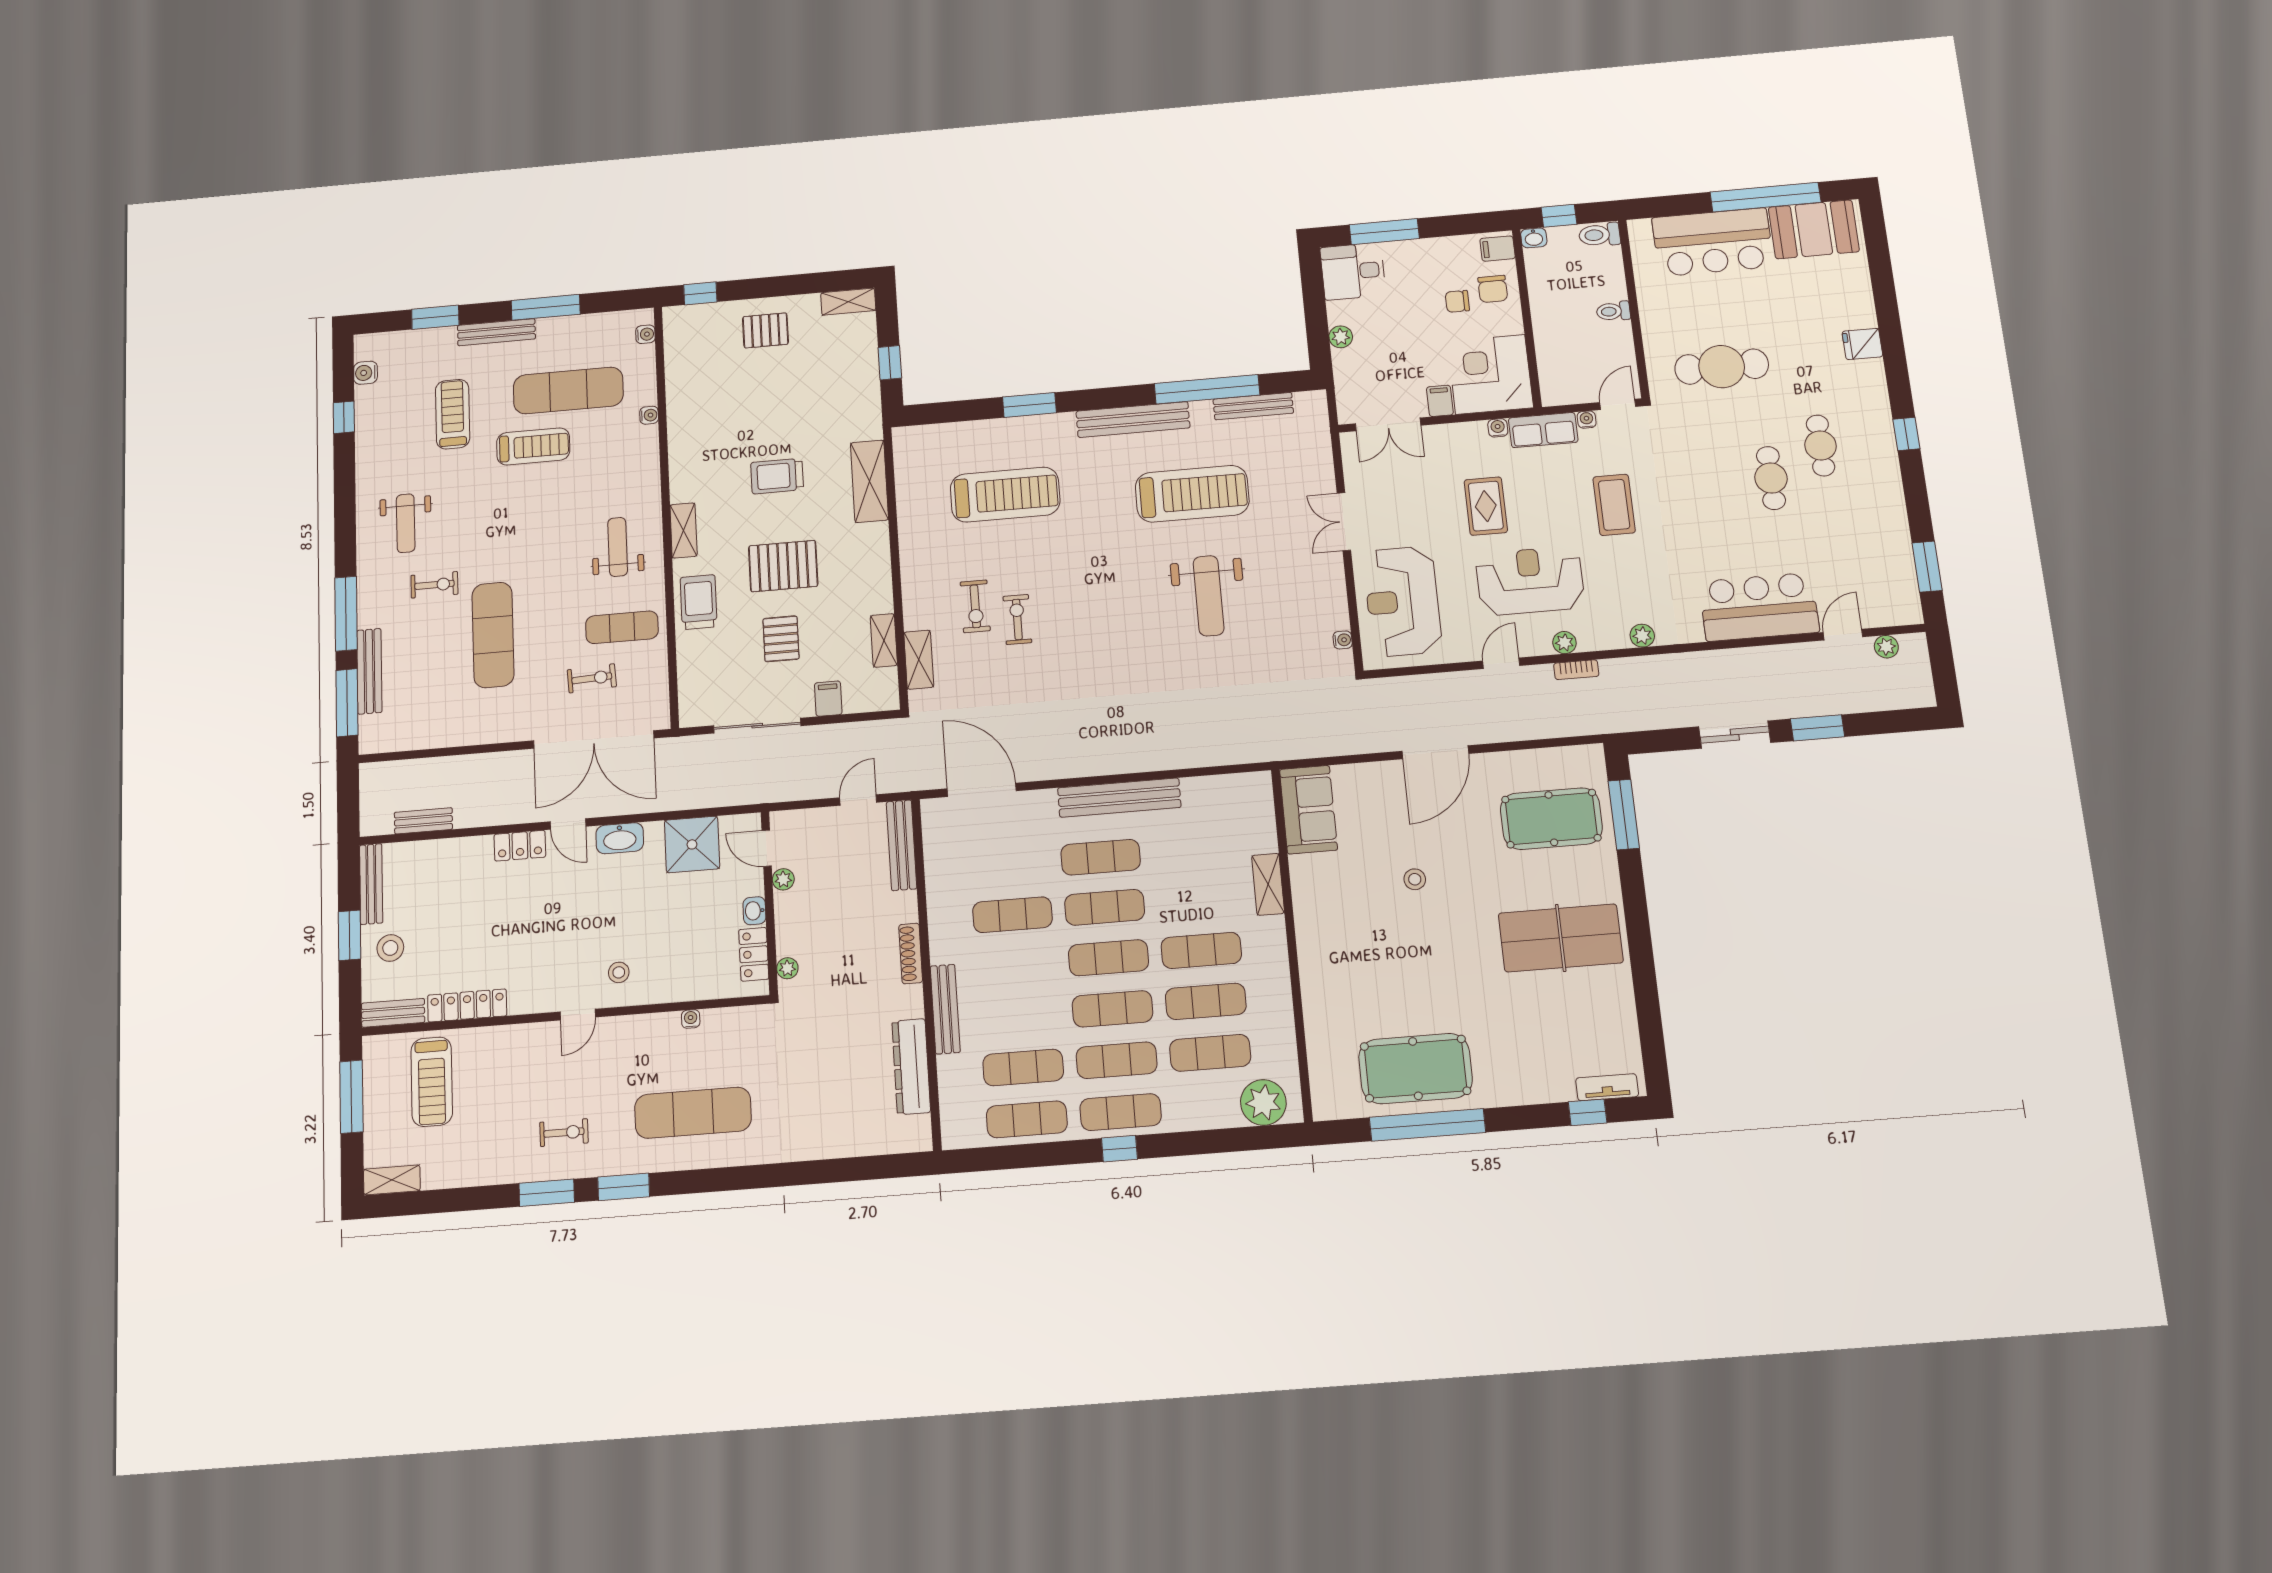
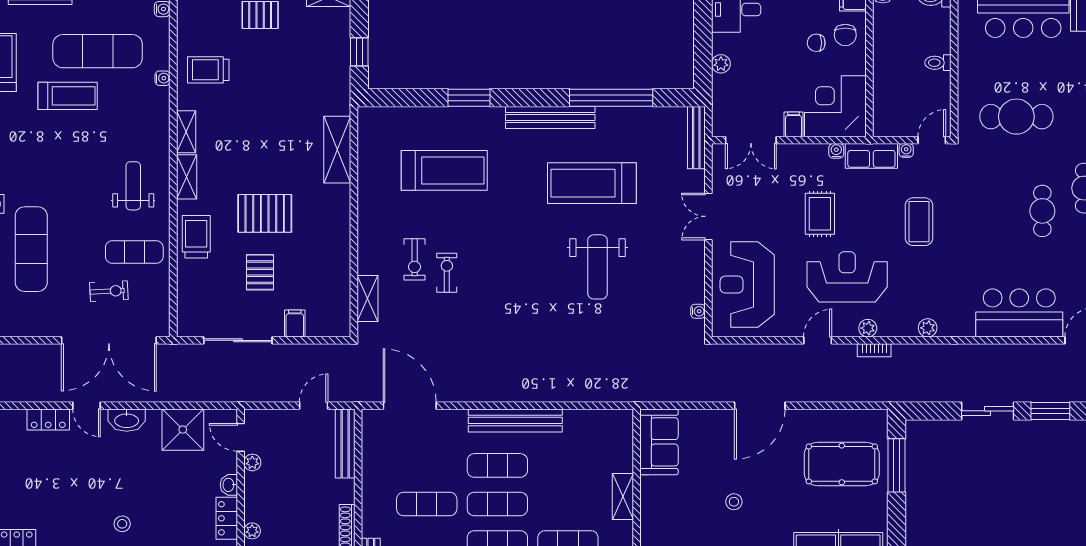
bench: (1253, 406) -> (696, 138), moved, turned 90
trolley: (777, 476) -> (208, 70), moved
treadmill: (1192, 494) -> (592, 183), turned 180
shelving: (884, 640) -> (186, 132), moved

